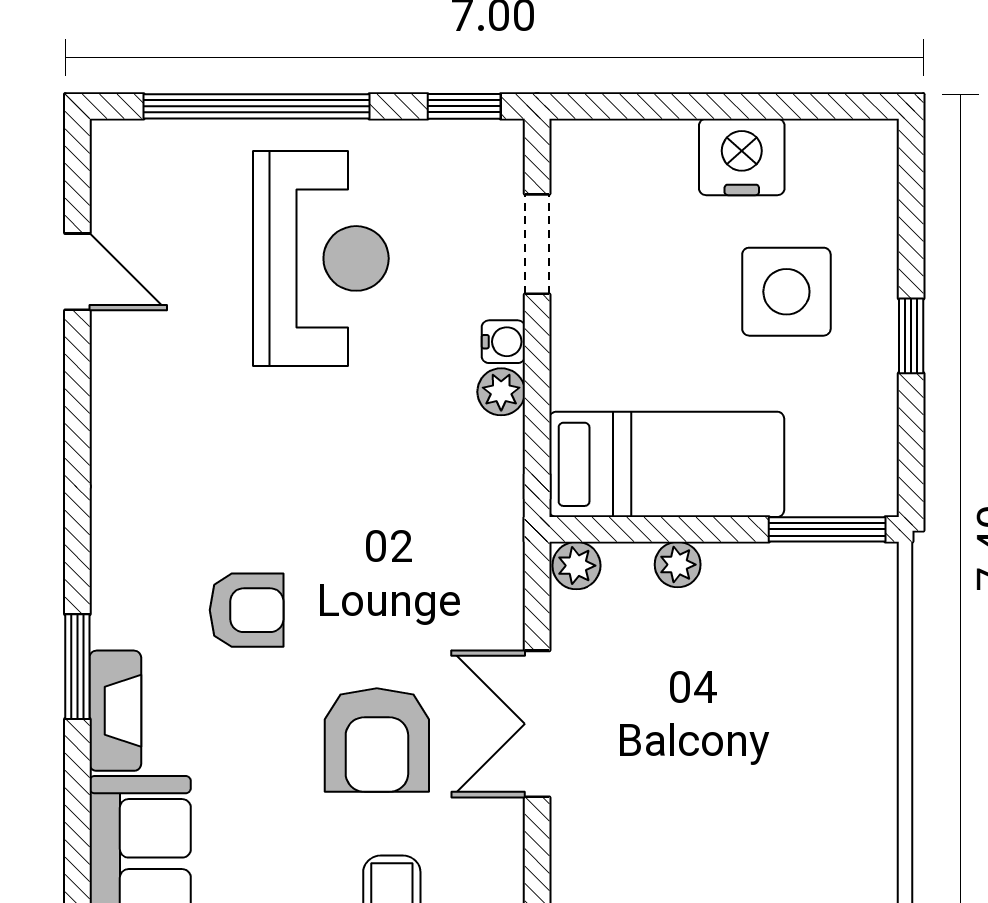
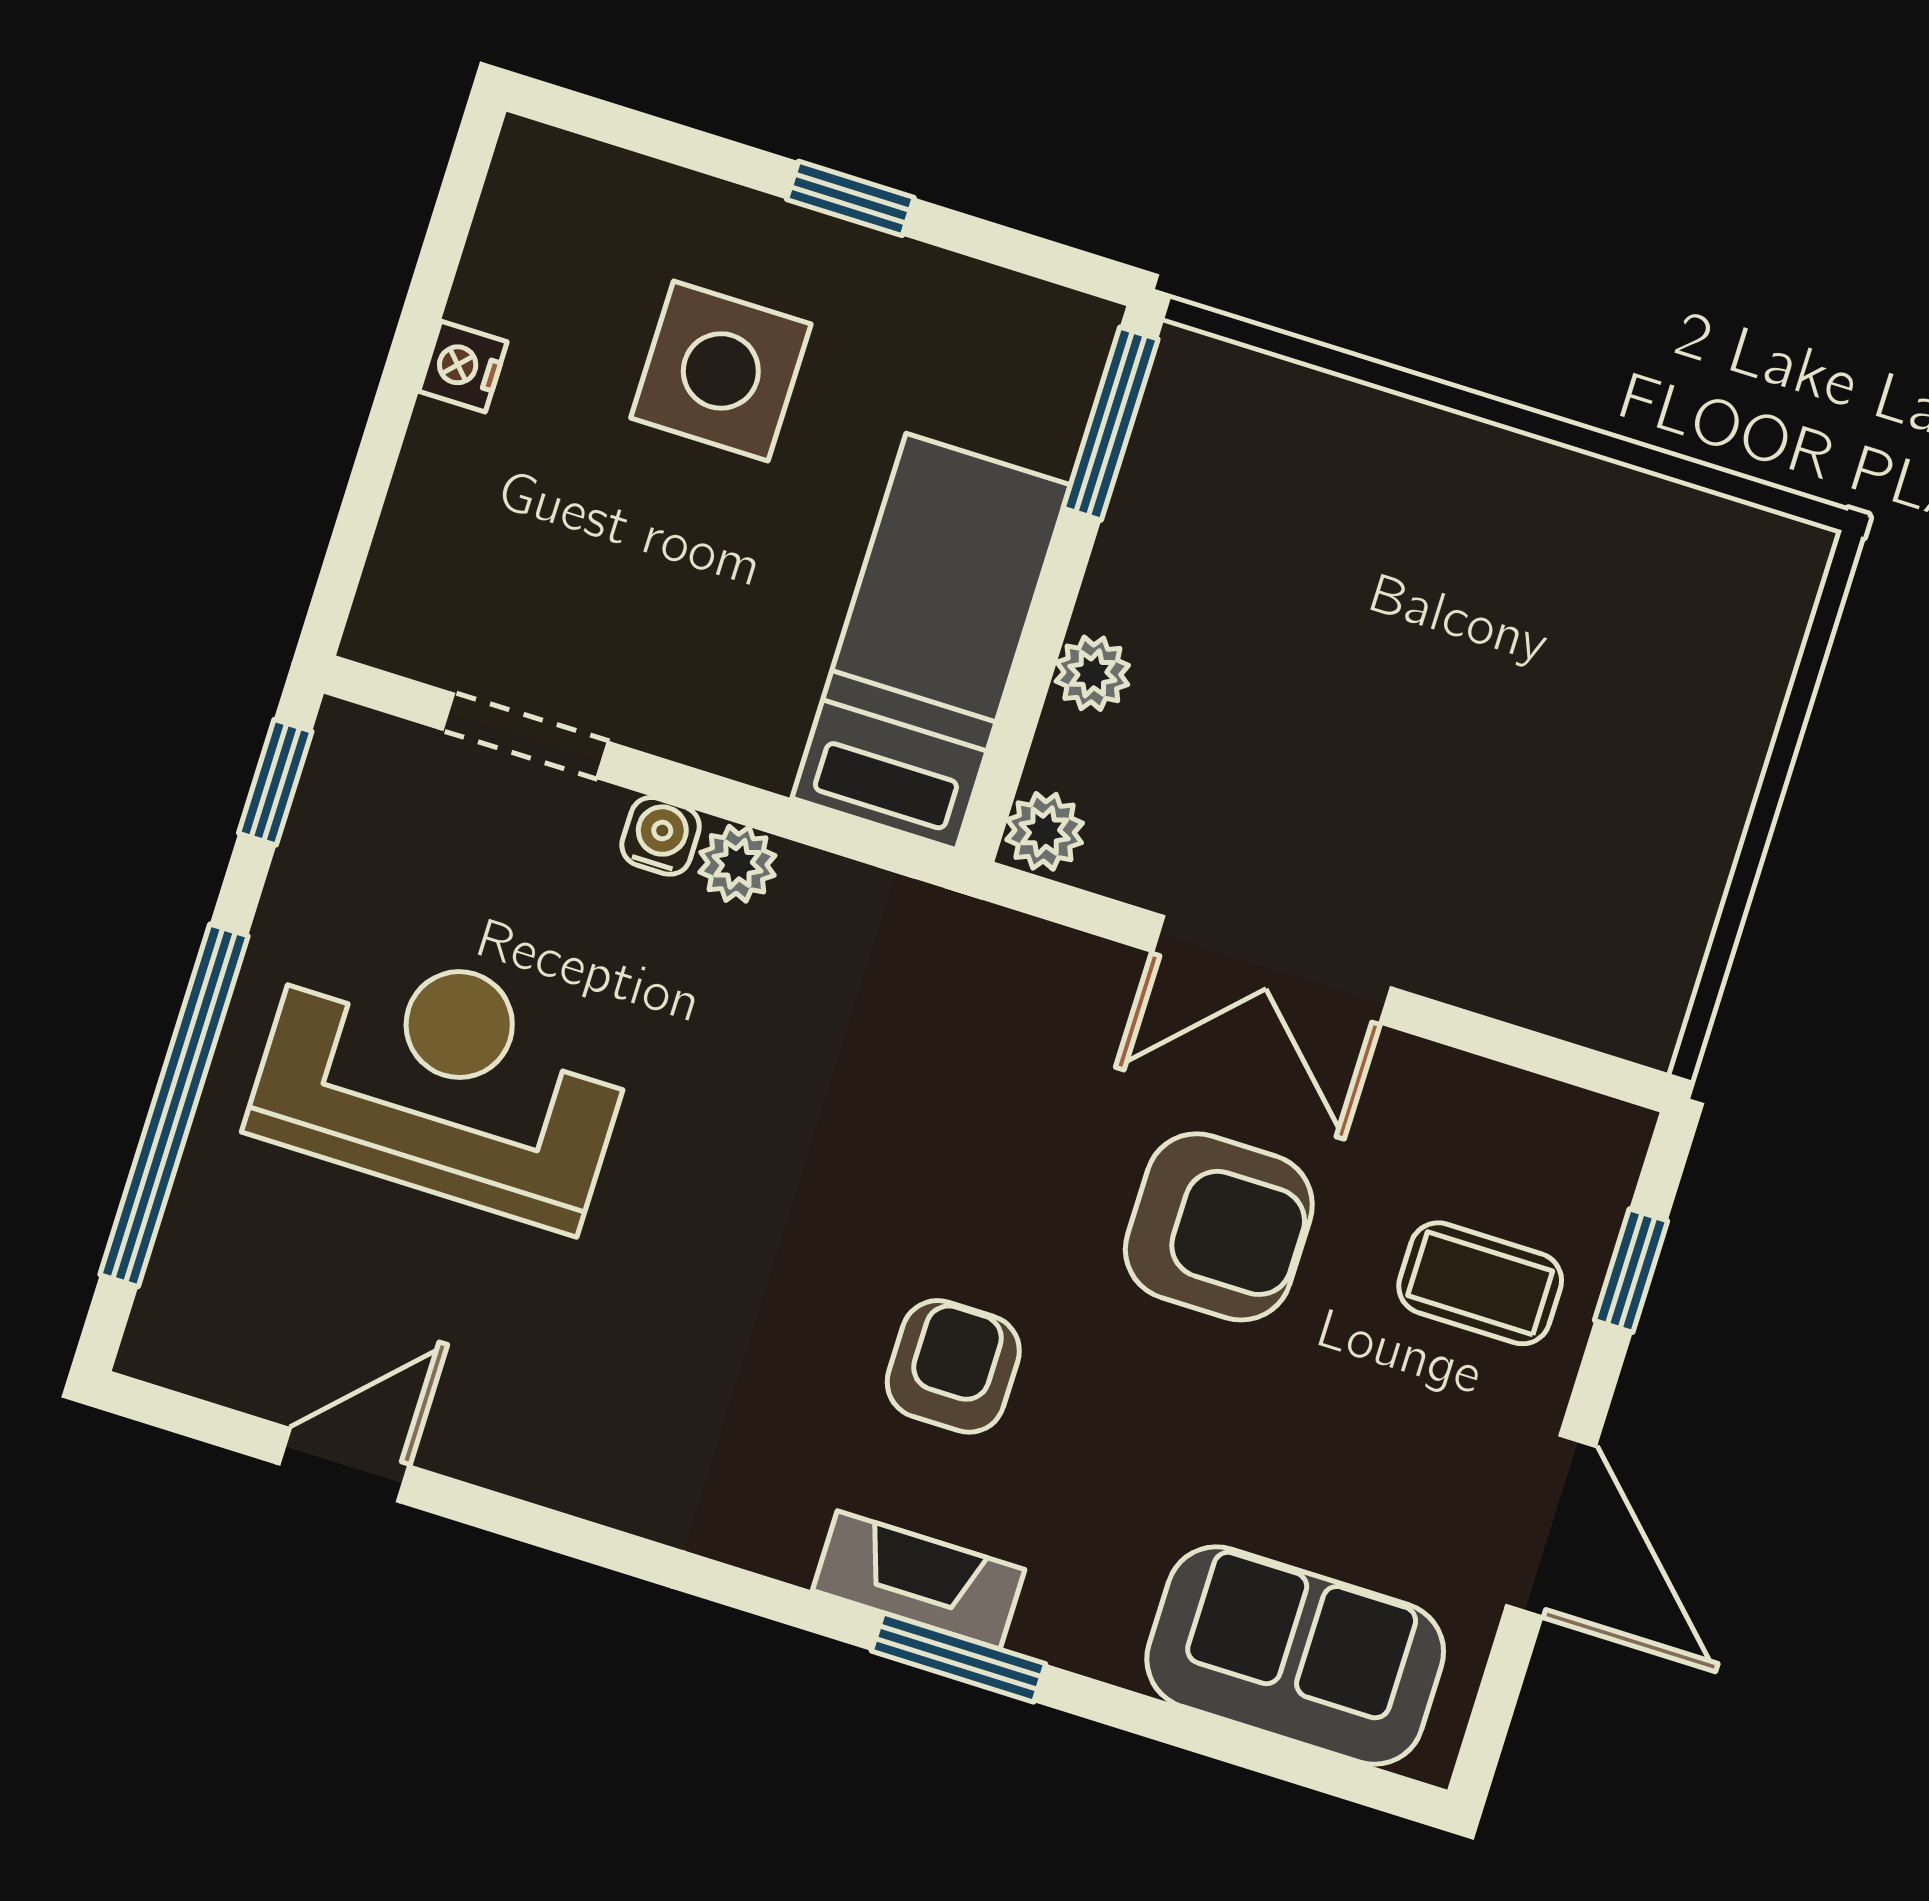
nightstand: (742, 157) -> (463, 366), width x0.53, depth x0.56
fireplace: (115, 711) -> (919, 1580), moved

